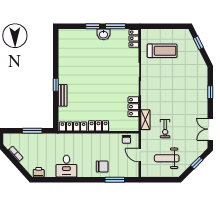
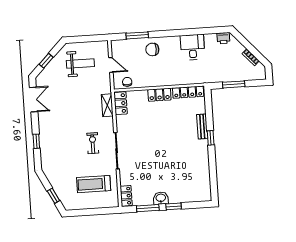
locker: (133, 107) -> (121, 103), moved
exercise bike: (165, 129) -> (93, 143), moved

